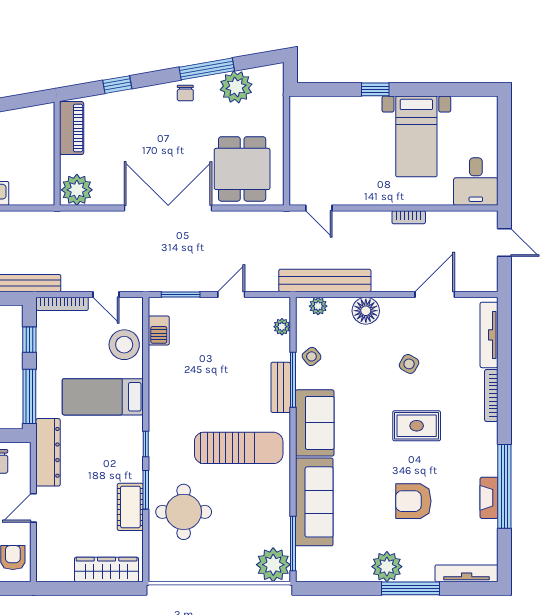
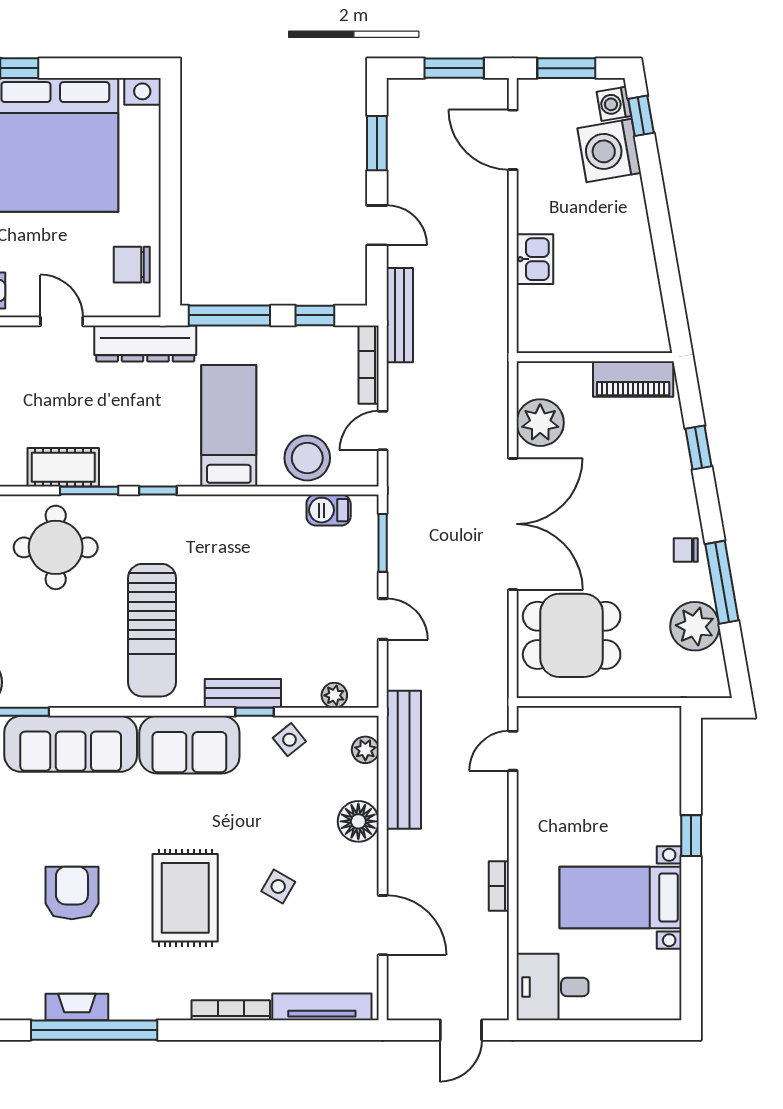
plant: (77, 190) -> (540, 423), moved
window: (293, 380) -> (254, 712), width x0.46
rug: (417, 426) -> (185, 898), width x1.36, depth x1.43

